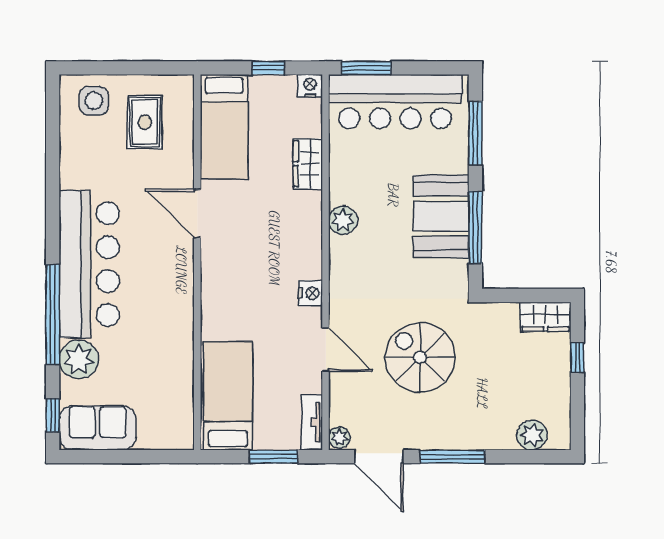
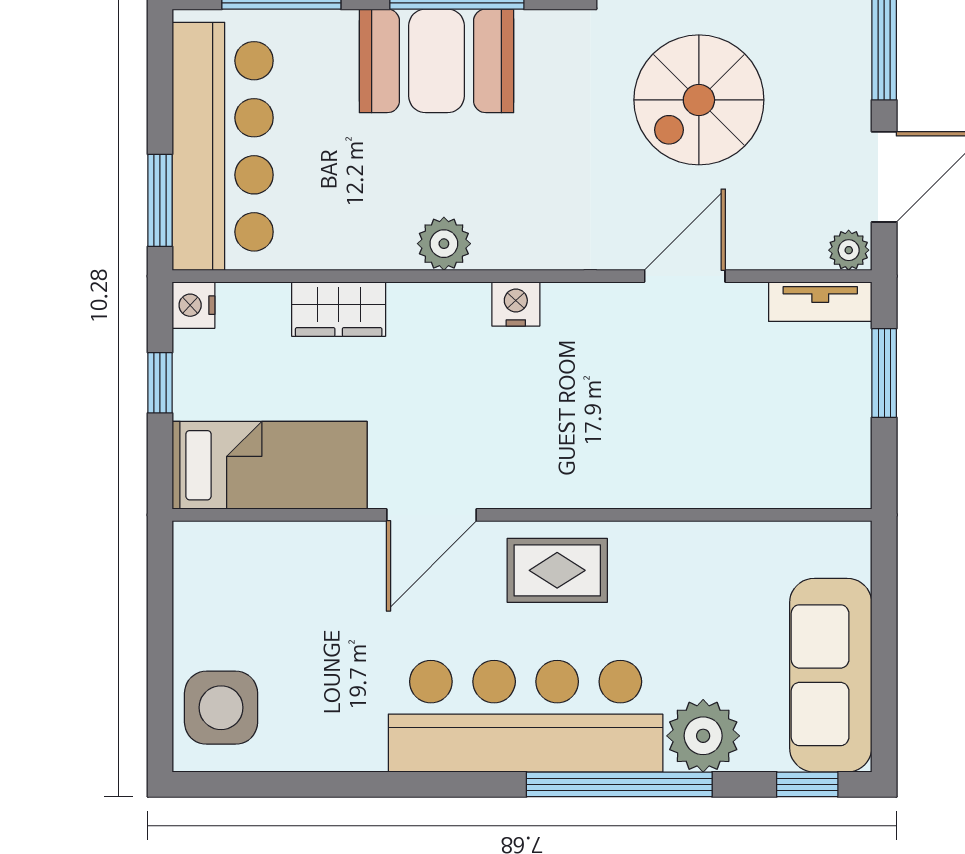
side table: (94, 101) -> (221, 708), width x1.37, depth x1.37
rug: (145, 122) -> (557, 570), moved
nightstand: (311, 293) -> (516, 304), moved
bed: (228, 396) -> (771, 458), removed
sofa: (97, 428) -> (831, 675), width x1.36

